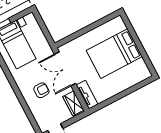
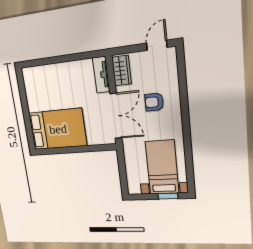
bed: (114, 54) -> (58, 129), moved

